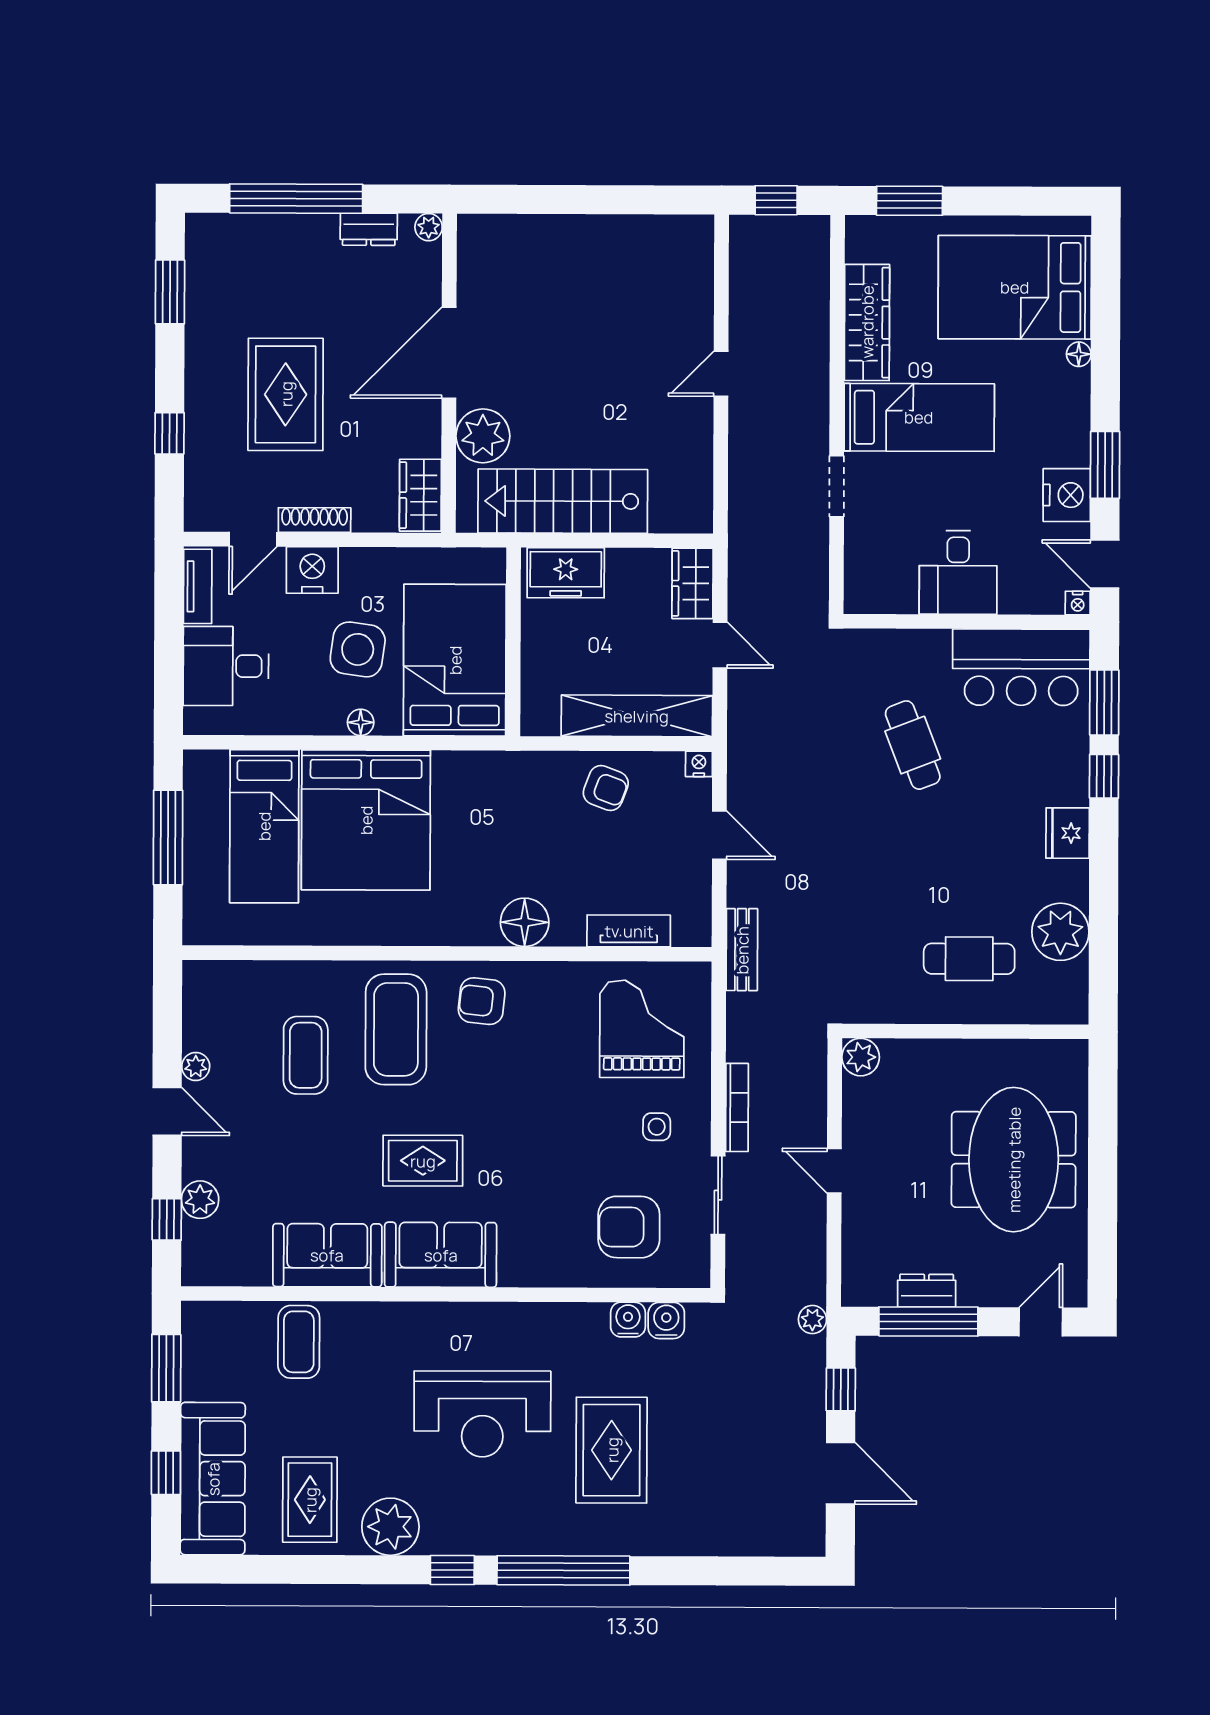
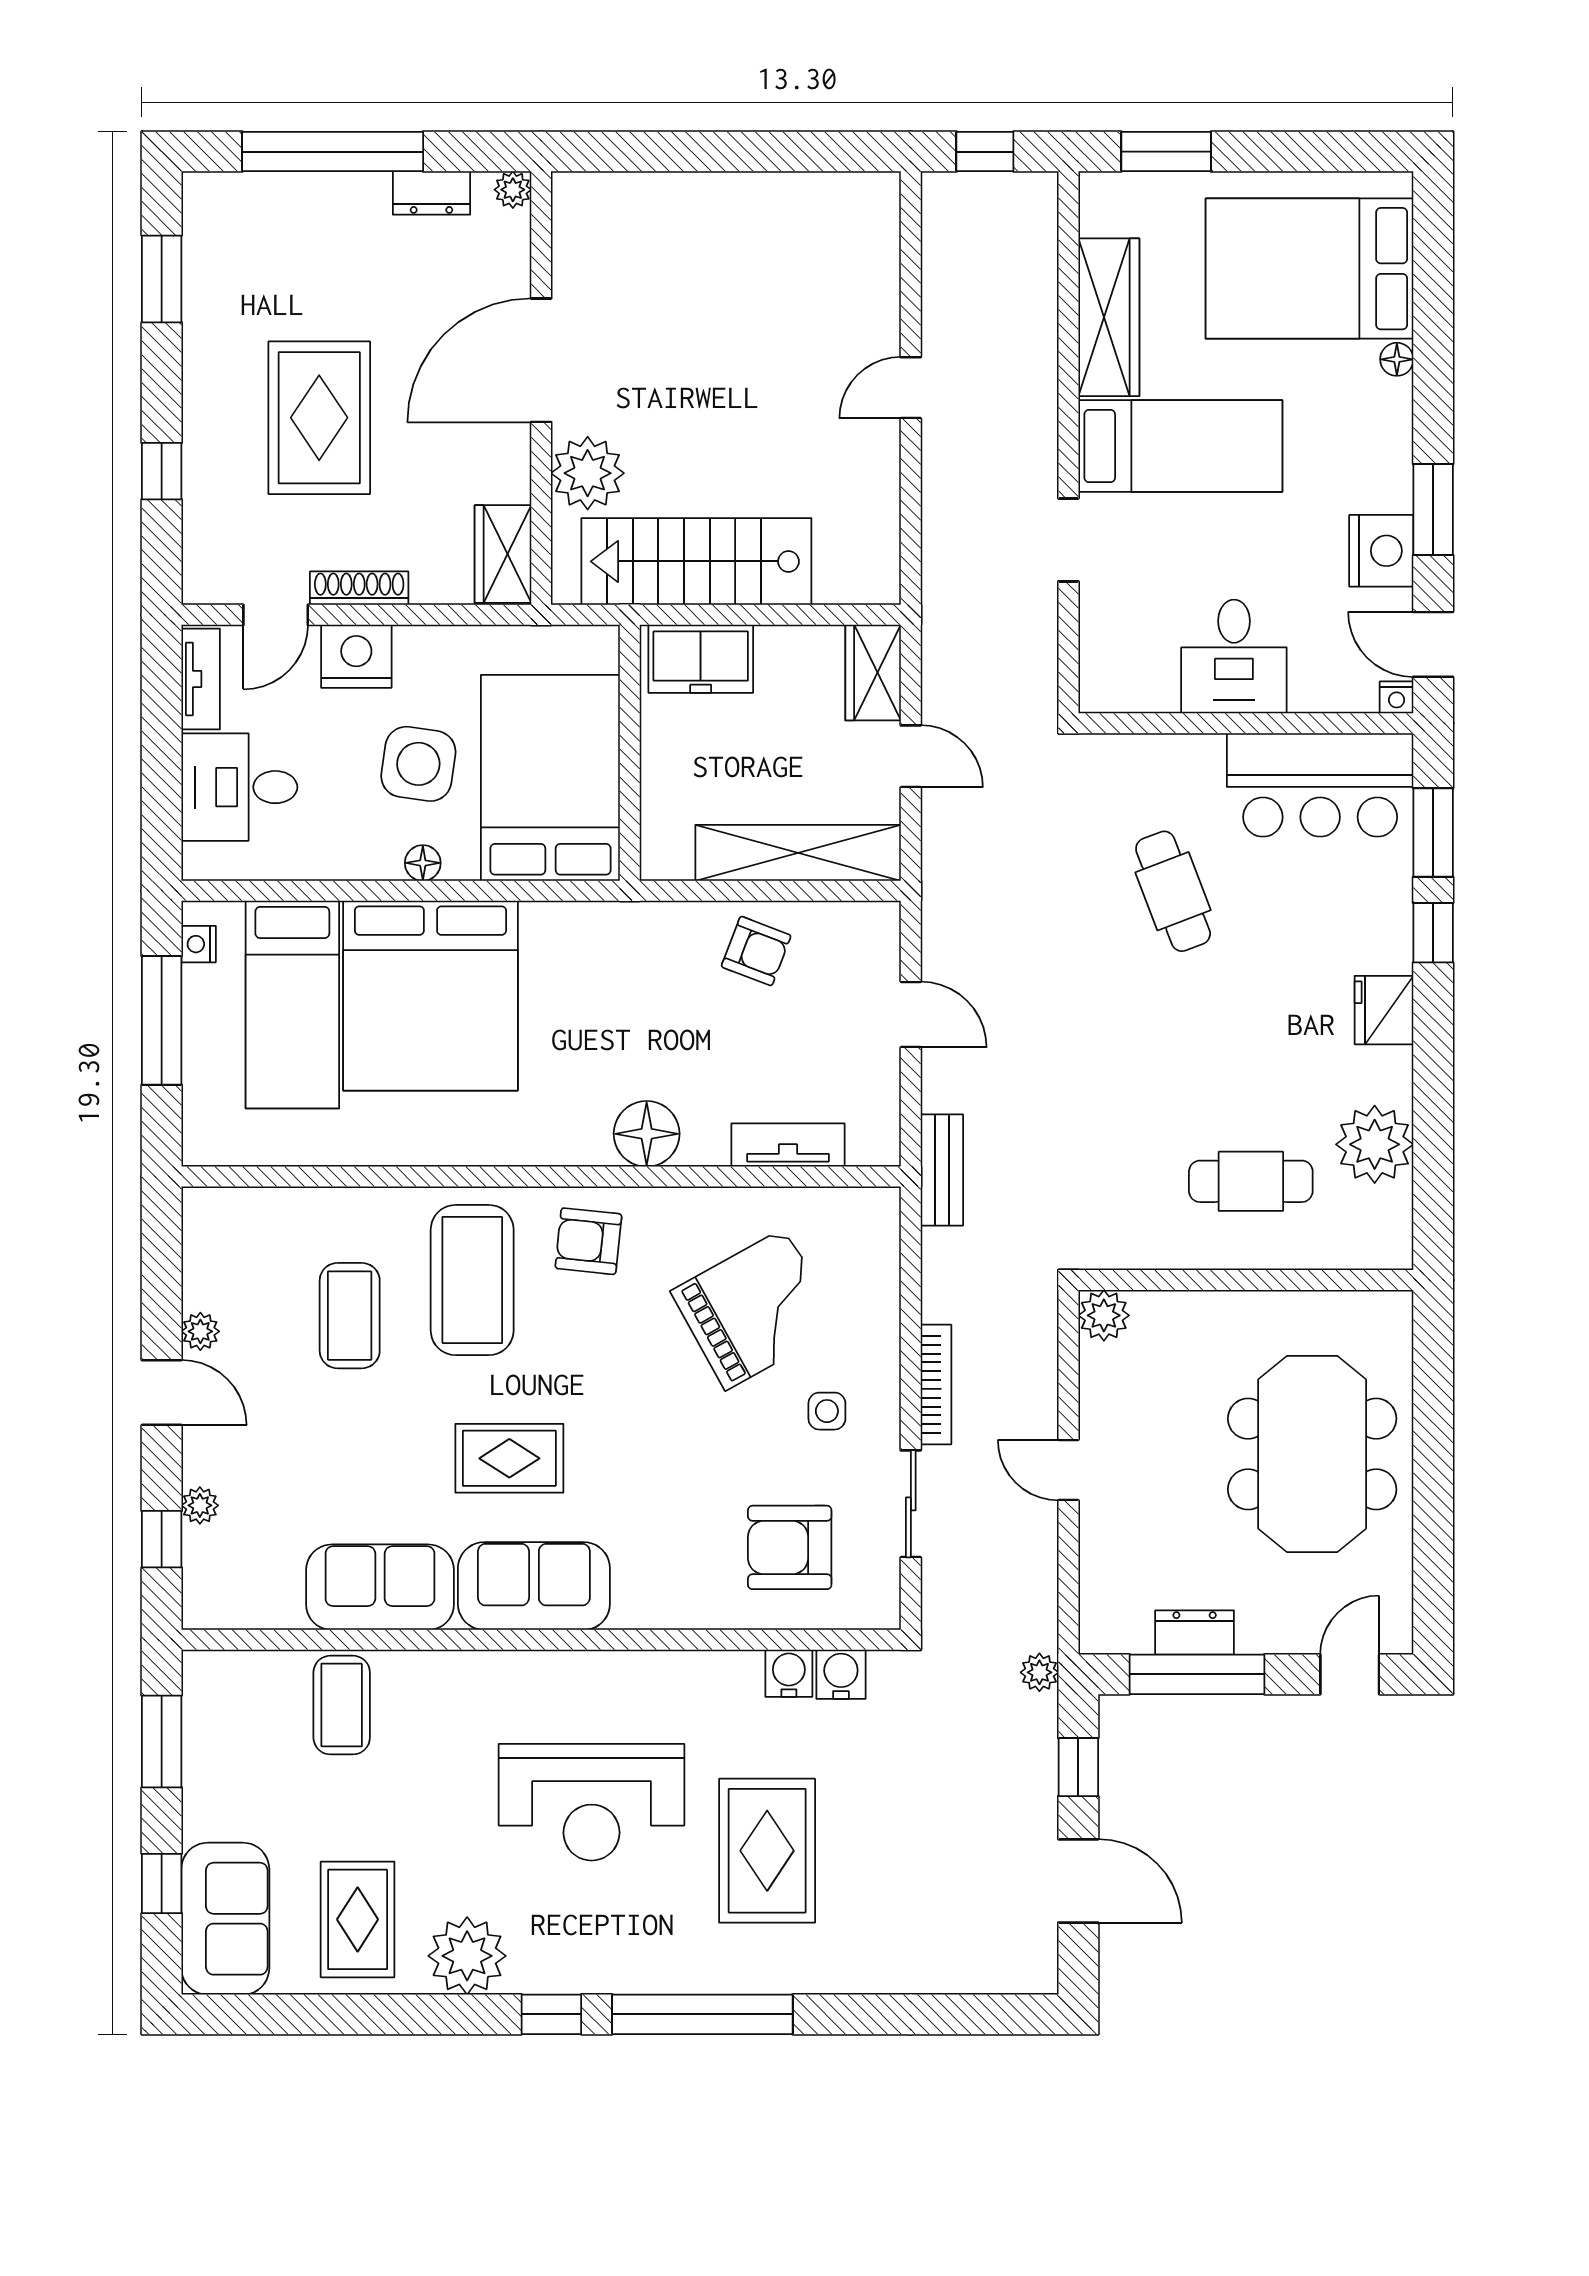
nightstand: (699, 764) -> (199, 944), moved, turned -90
grand piano: (642, 1029) -> (755, 1309), moved, turned 61
plant: (200, 1200) -> (200, 1505), width x0.73, depth x0.73
sofa: (213, 1479) -> (225, 1919), width x0.73

